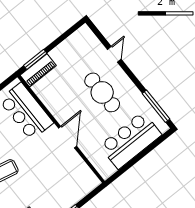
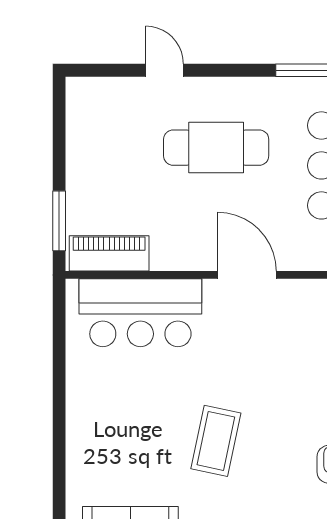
piano: (38, 70) -> (109, 253), moved, turned -90

